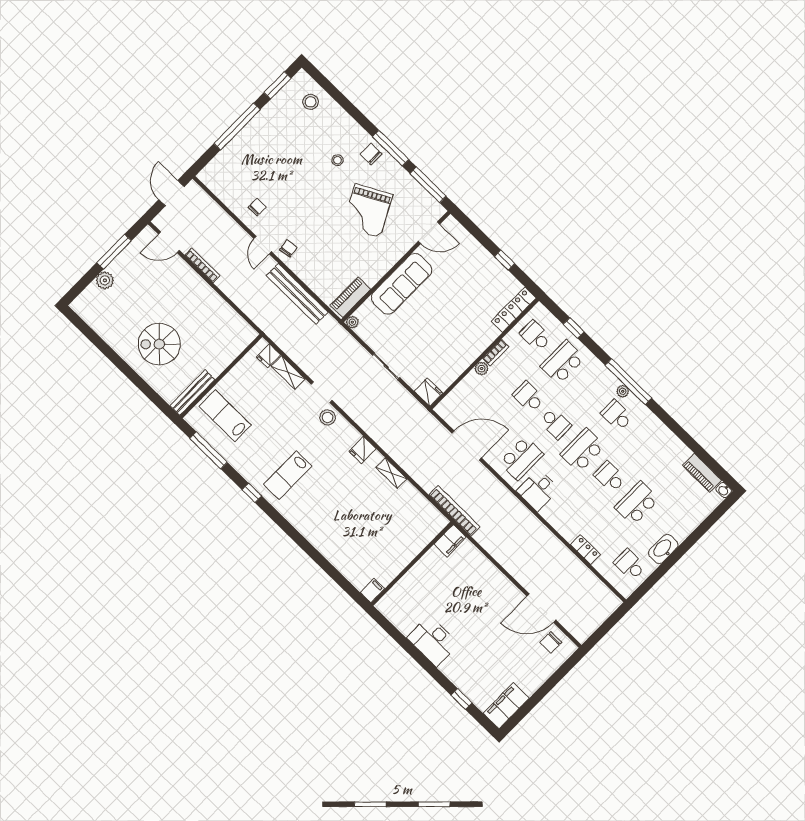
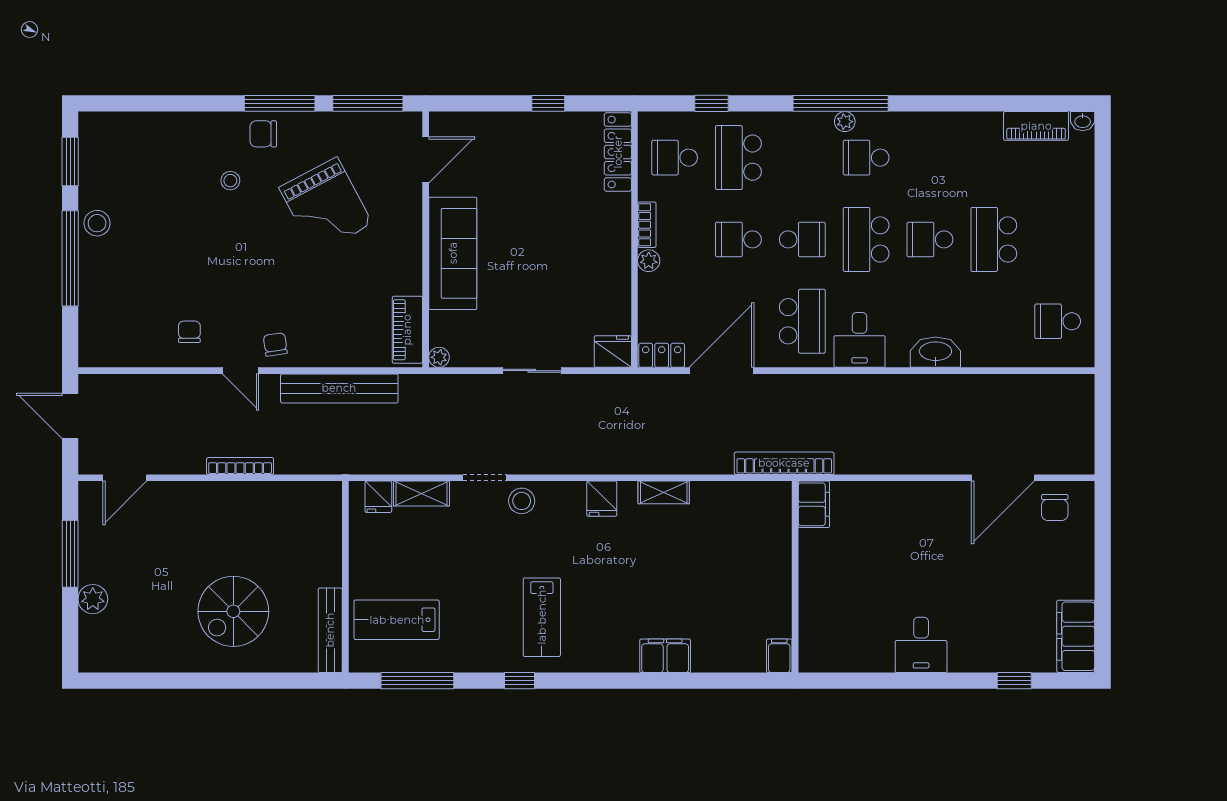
stool: (311, 102) -> (97, 223), moved
bookcase: (202, 265) -> (240, 466), moved
filing cabinet: (324, 543) -> (665, 656), added
locker: (585, 549) -> (662, 355), moved
washbasin: (663, 549) -> (935, 352), moved, turned 90
desk: (433, 641) -> (921, 645), width x0.73

